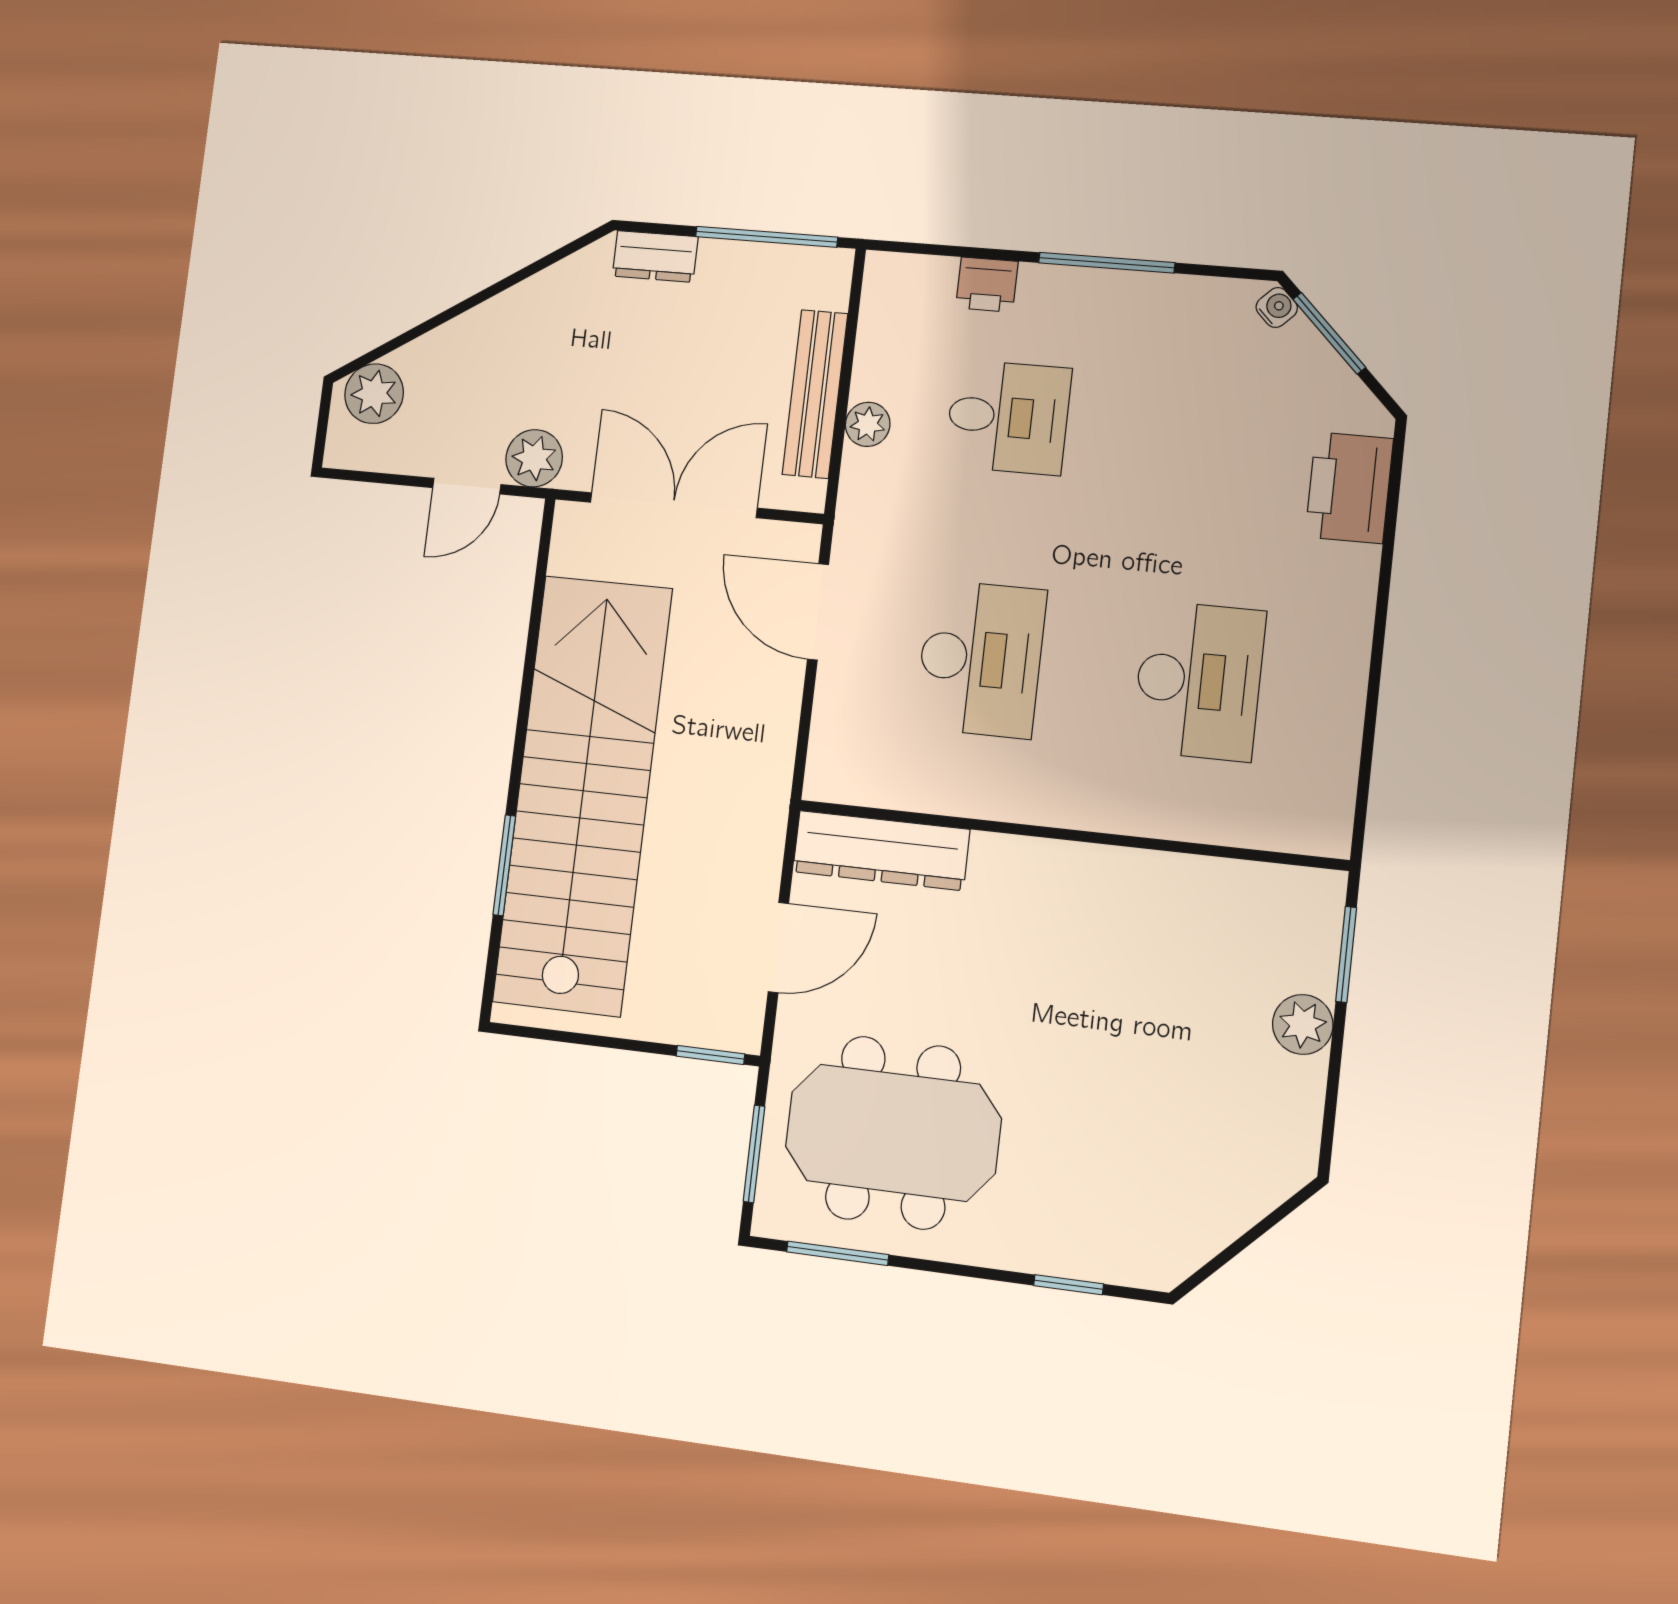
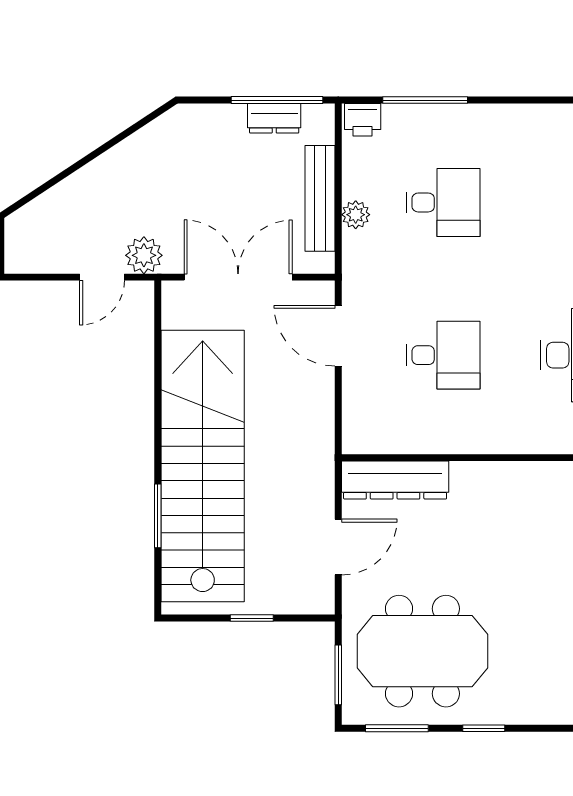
dresser: (655, 256) -> (274, 118), moved
window: (1107, 263) -> (425, 100), moved
printer: (987, 285) -> (363, 120), moved
plant: (374, 394) -> (32, 223), removed
desk: (980, 659) -> (443, 355), width x0.73
window: (710, 1055) -> (252, 618), moved
window: (1069, 1285) -> (484, 728), moved

